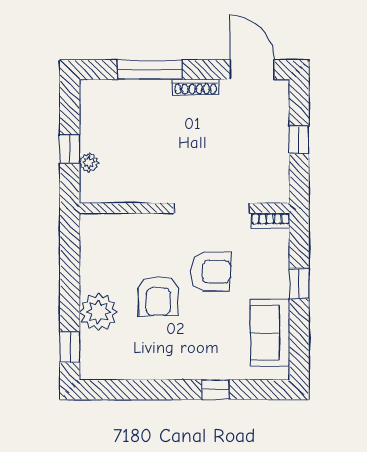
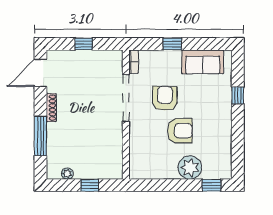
plant: (89, 163) -> (67, 174), moved

